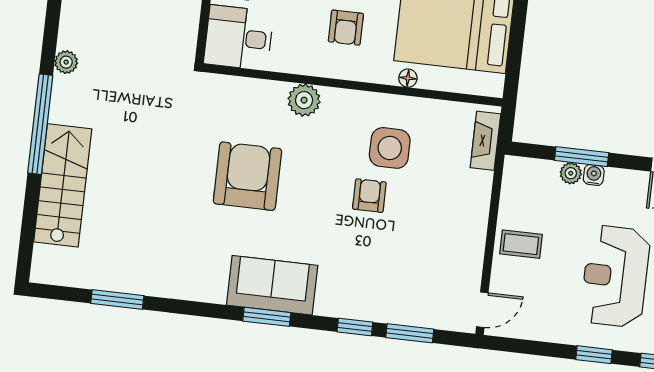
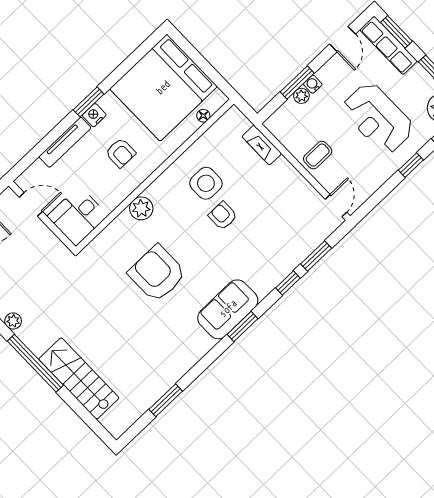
floor lamp: (408, 78) -> (203, 116), moved
fireplace: (485, 141) -> (262, 145), moved

